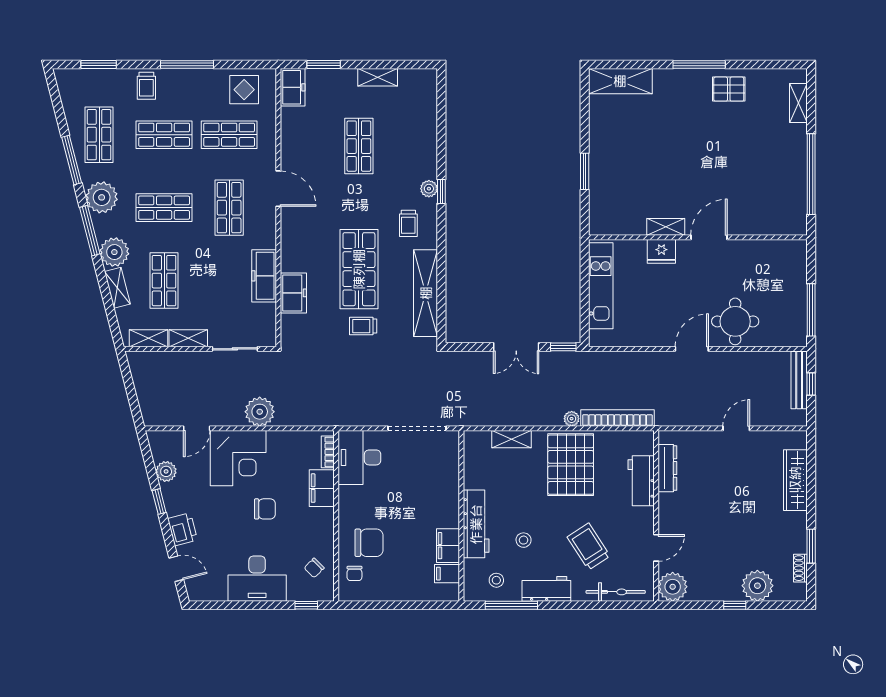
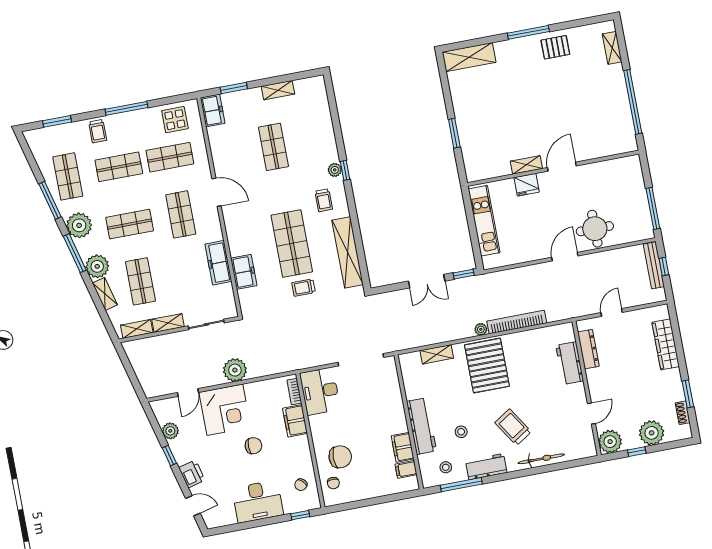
dresser: (667, 468) -> (588, 349), moved
workbench: (641, 481) -> (570, 363), moved
wall: (656, 516) -> (587, 388), moved
door: (656, 548) -> (591, 413), moved
plant: (673, 587) -> (610, 442), moved

